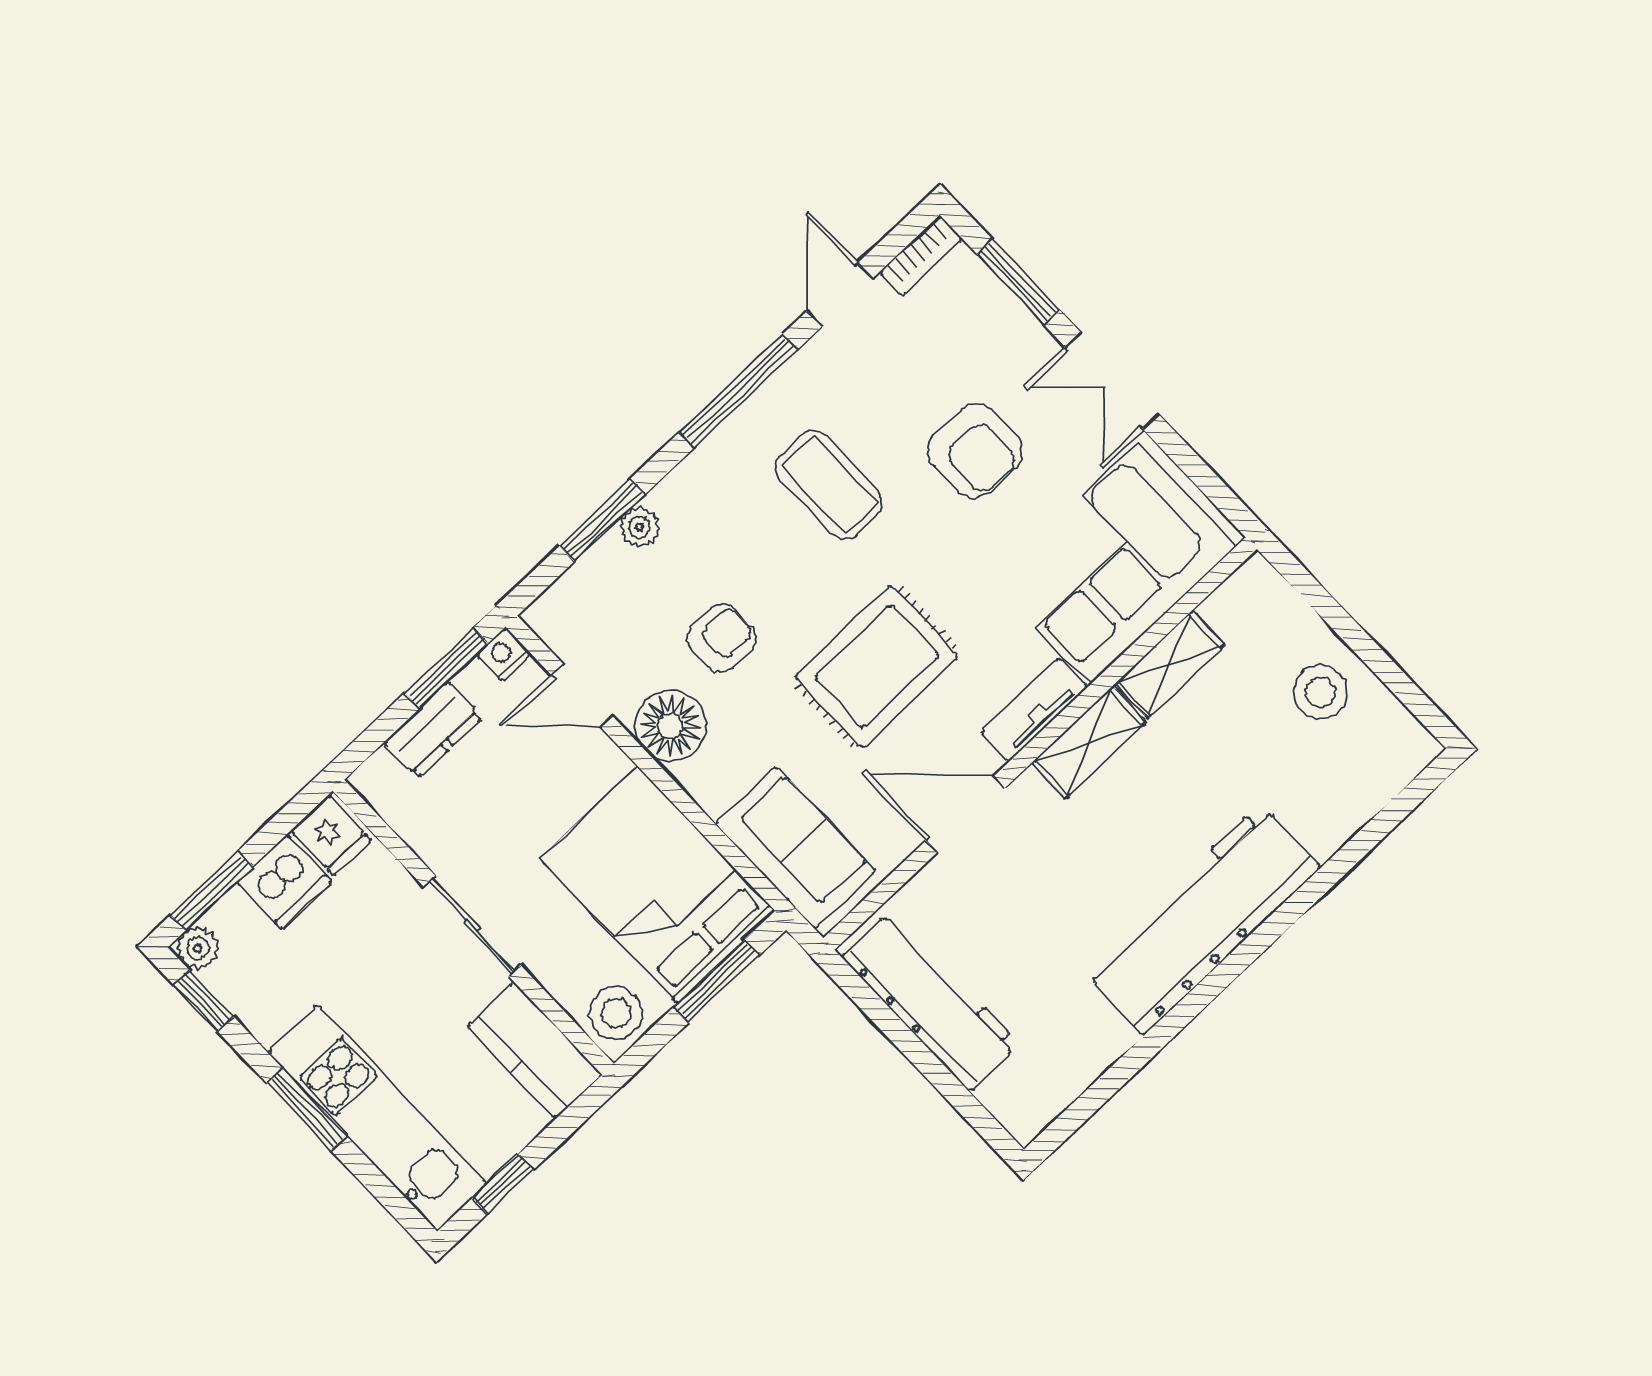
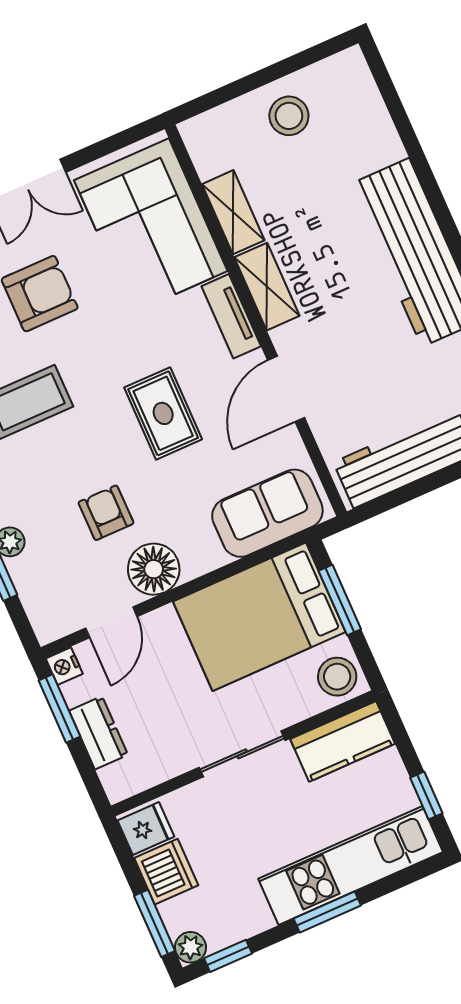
rug: (877, 666) -> (163, 413), width x0.73, depth x0.70

